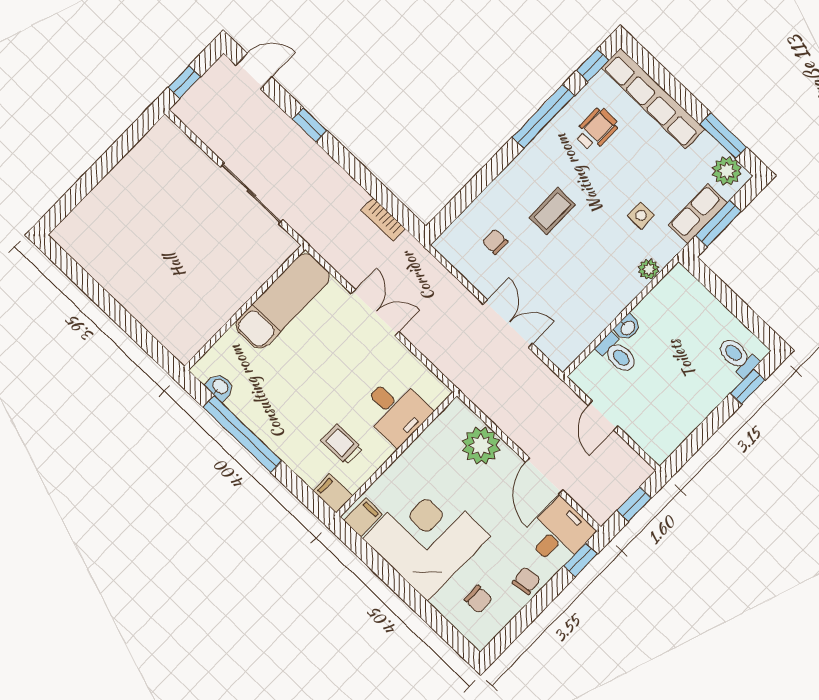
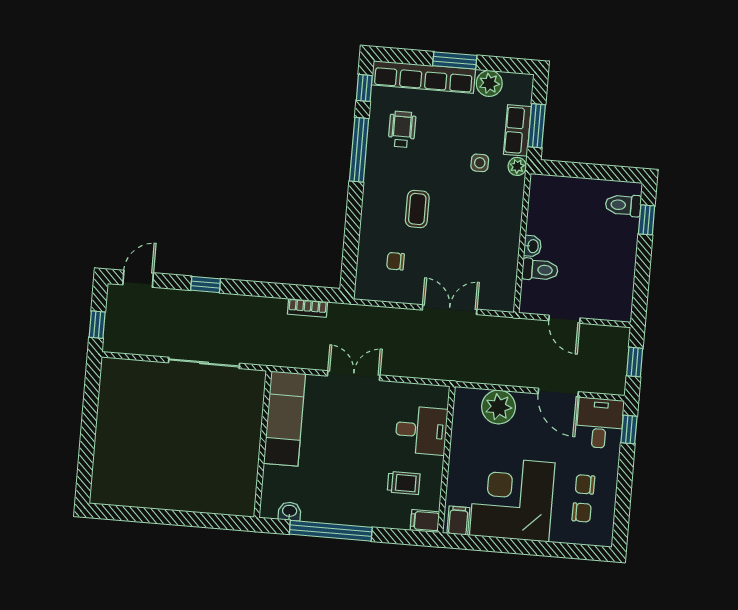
window: (723, 136) -> (455, 61), moved
plant: (727, 171) -> (489, 83), moved
plant: (649, 269) -> (517, 166), moved
trolley: (342, 444) -> (404, 483), turned 180
chair: (526, 581) -> (585, 484), moved, turned -82

